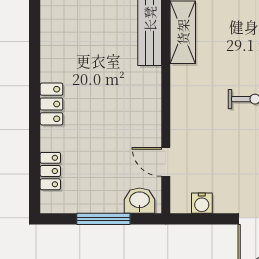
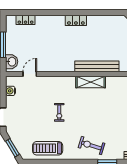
locker: (51, 104) -> (76, 20), moved

